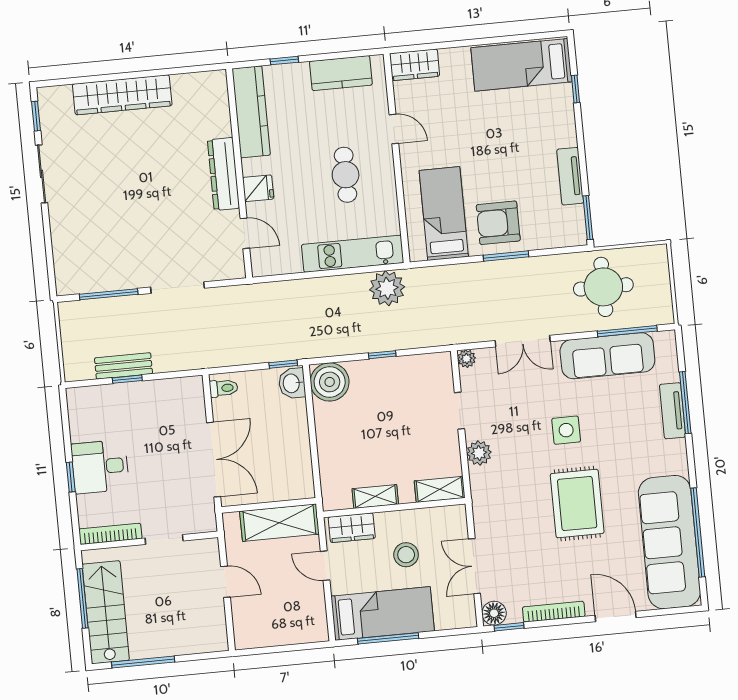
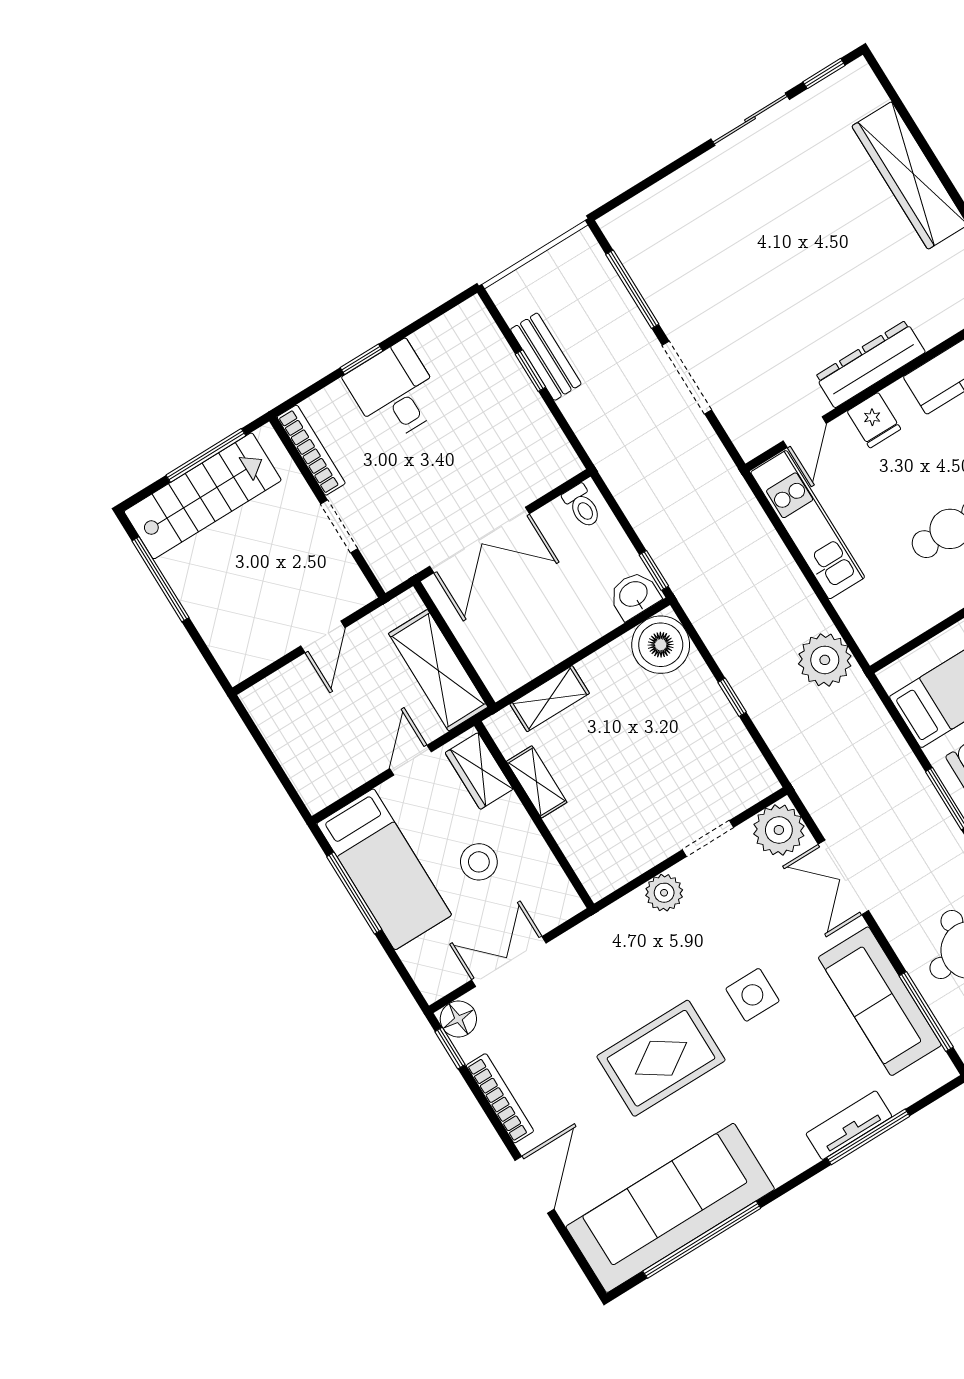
kitchen unit: (353, 254) -> (808, 525), moved
plant: (467, 359) -> (779, 830), width x1.87, depth x1.87
shelving: (440, 489) -> (550, 699), moved, turned 90

